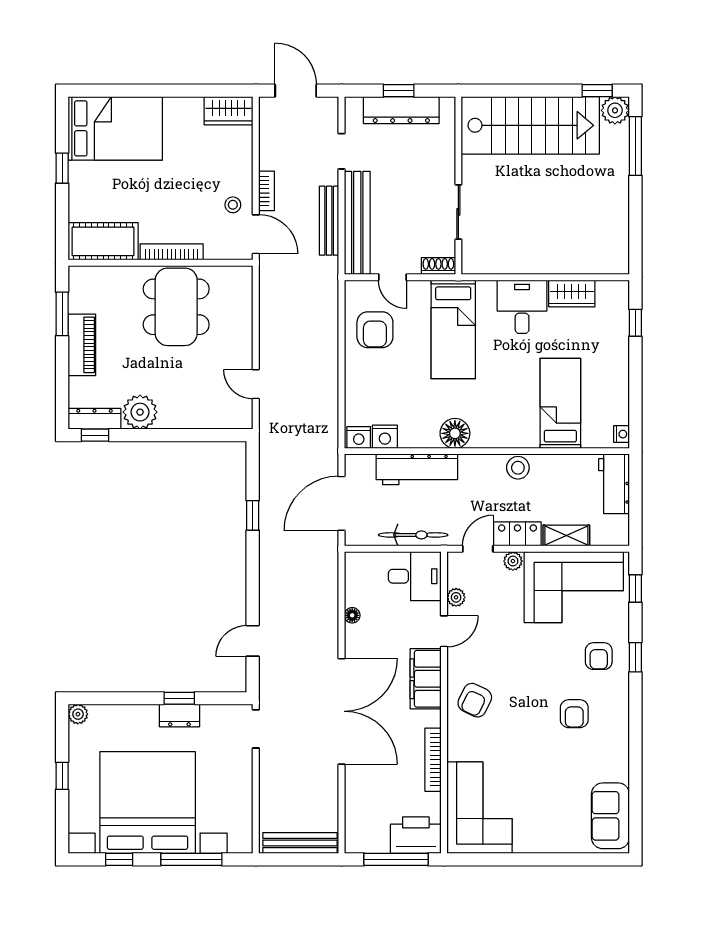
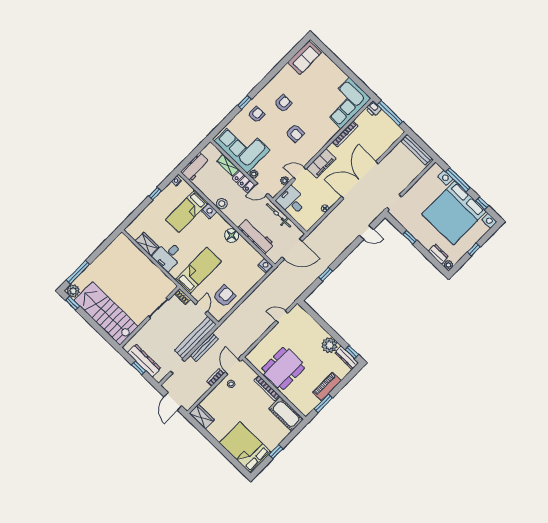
window: (635, 323) -> (155, 194), moved
door: (256, 384) -> (282, 317), swing flipped
nightstand: (385, 437) -> (209, 211), moved
window: (635, 589) -> (222, 125), removed
armchair: (475, 700) -> (295, 133), moved, turned 64
dresser: (179, 715) -> (438, 254), moved
printer: (416, 835) -> (373, 109), width x0.53, depth x0.68

